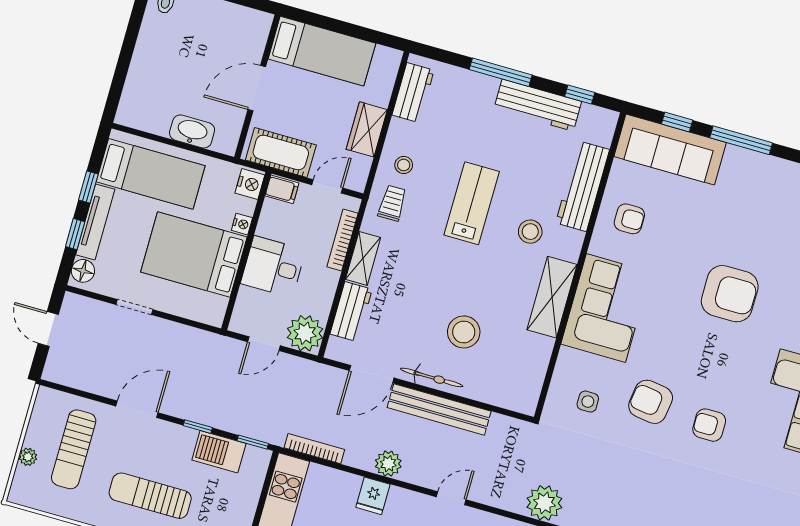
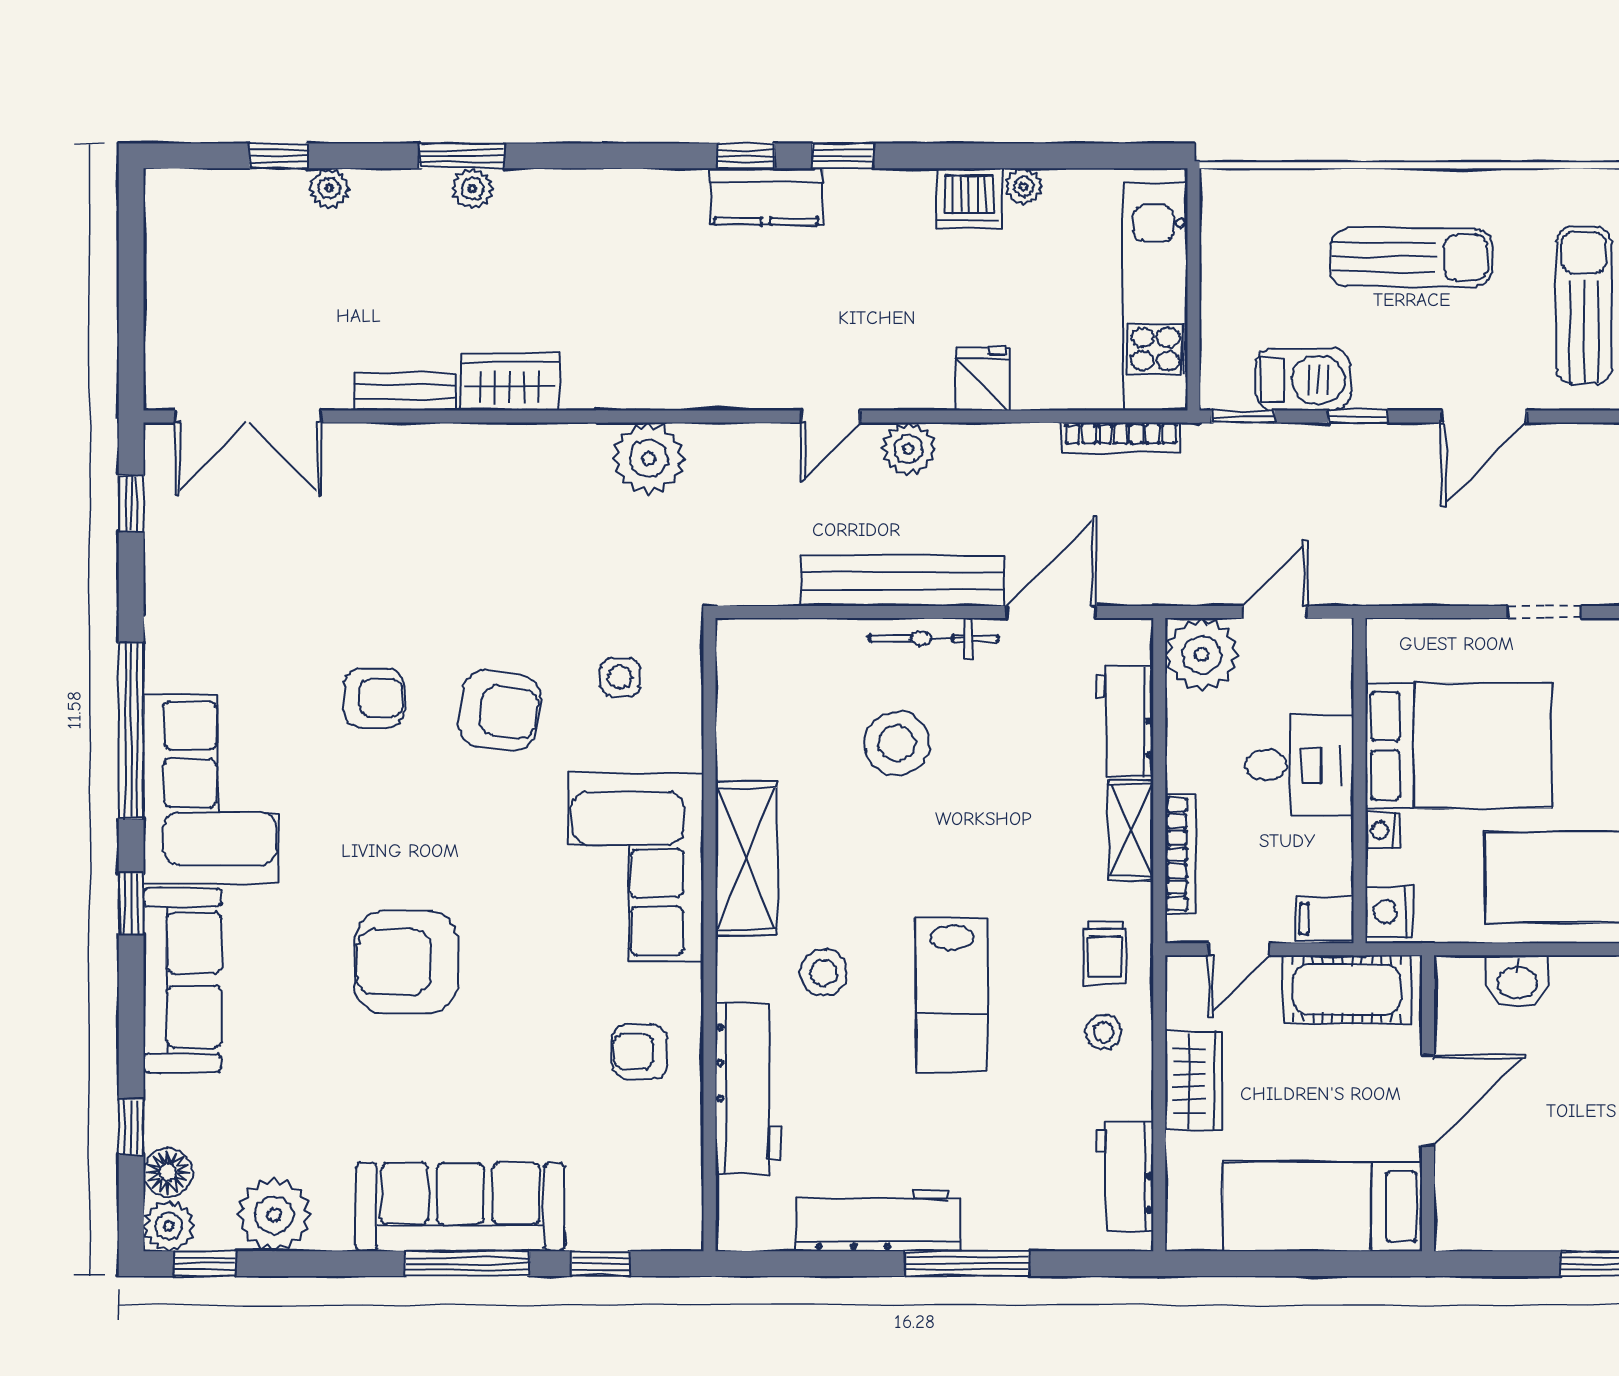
window: (580, 95) -> (803, 1264), removed
washbasin: (192, 131) -> (1517, 981), width x0.72
sofa: (670, 150) -> (460, 1207), moved
plant: (388, 464) -> (908, 449), moved

